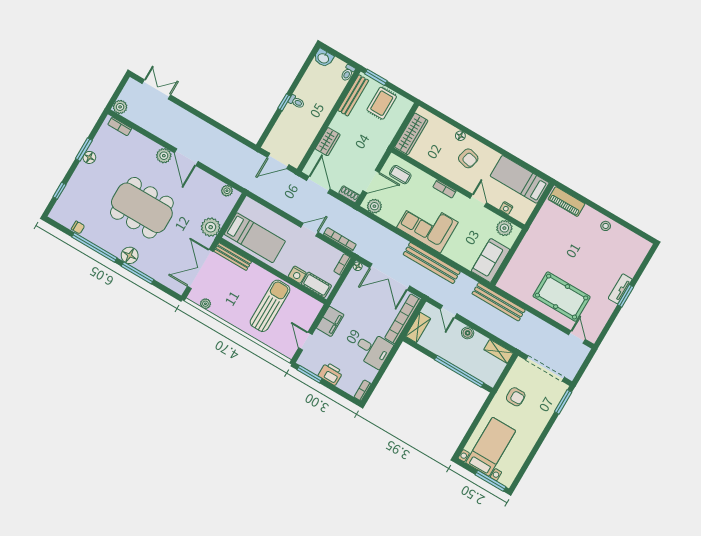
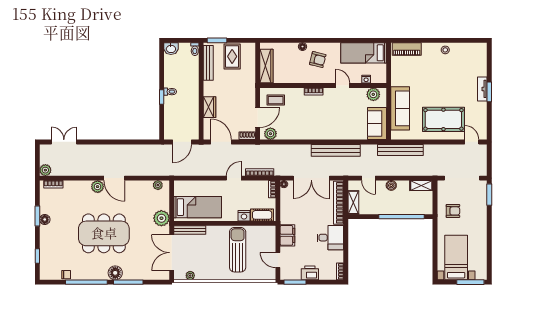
corner sofa: (427, 225) -> (317, 125), removed
sofa: (524, 259) -> (400, 108), added

